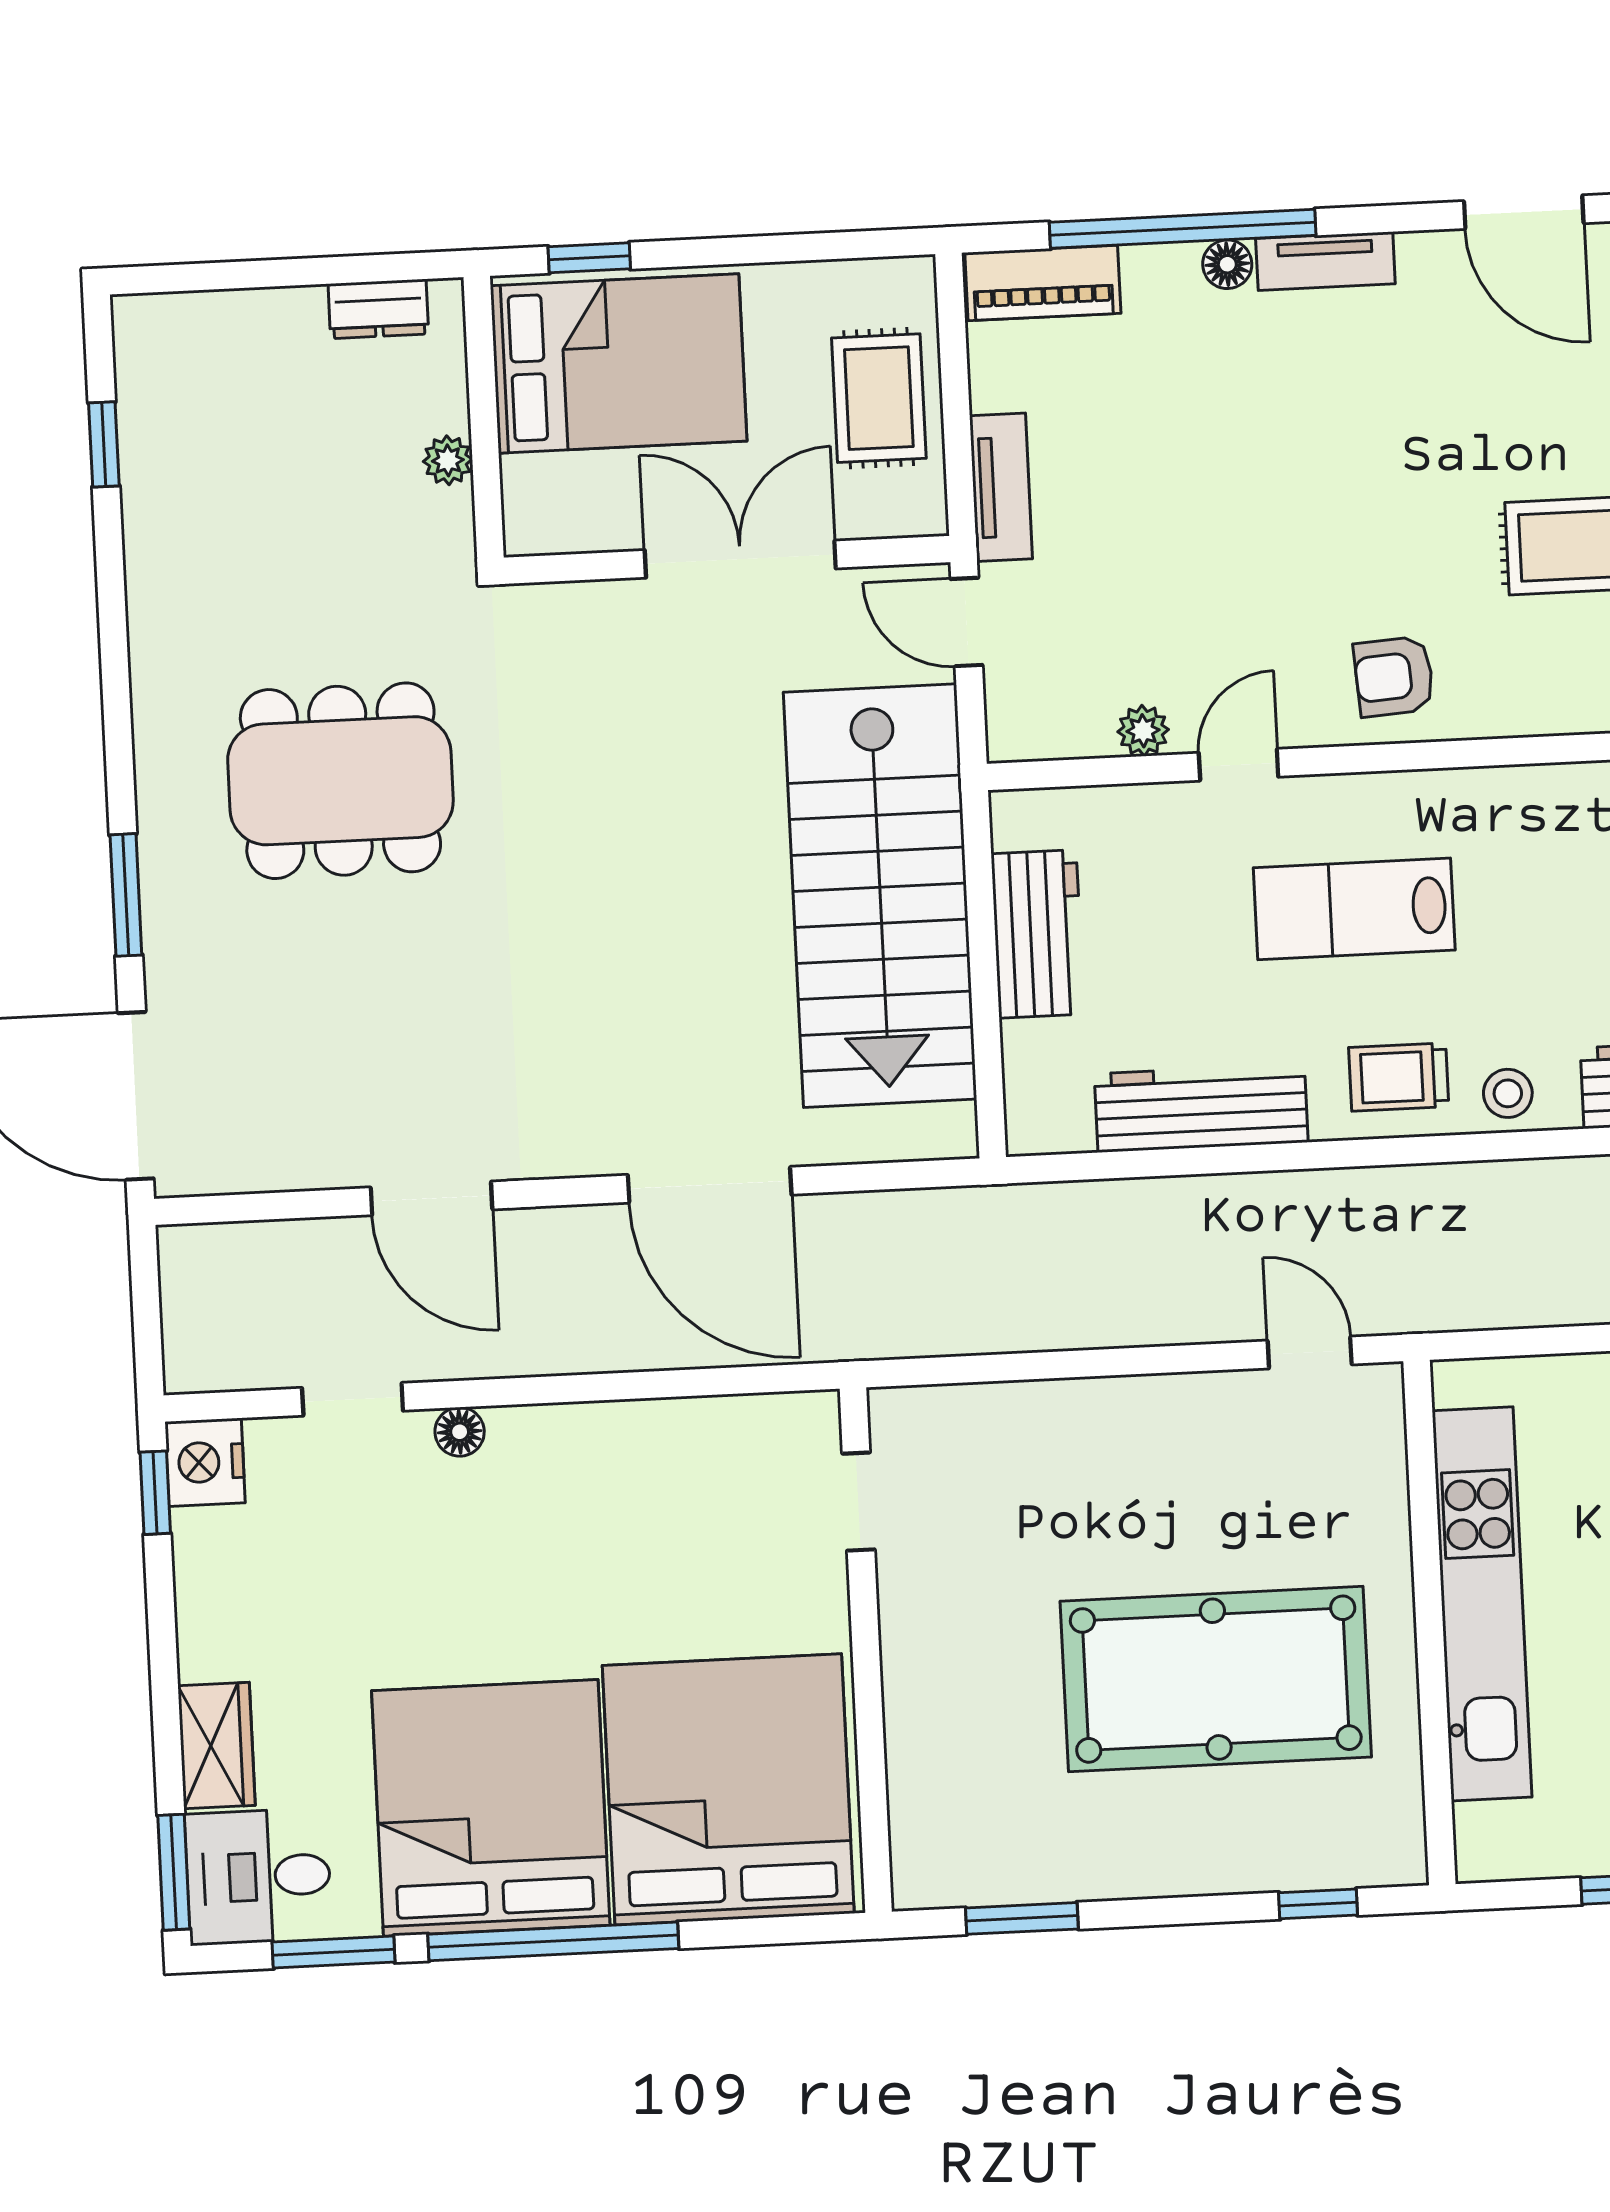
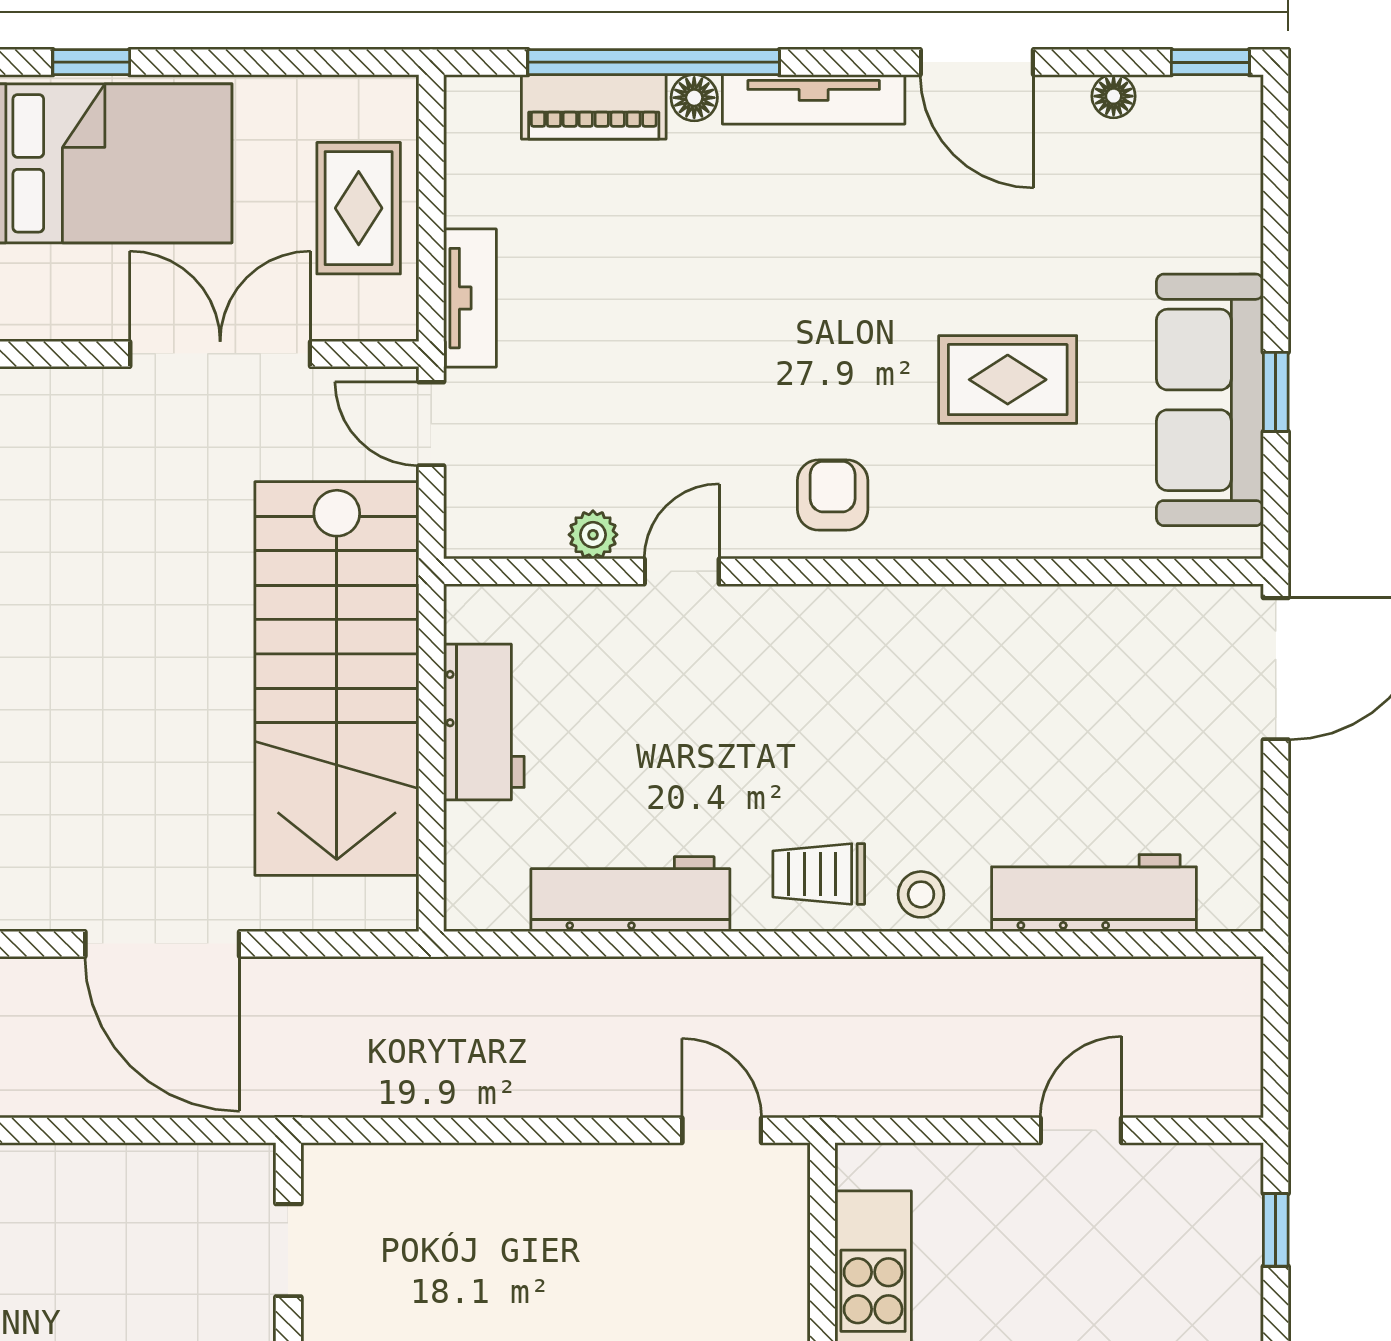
tv unit: (1325, 261) -> (814, 99), width x1.41
piano: (1043, 283) -> (594, 107), moved
armchair: (1394, 676) -> (833, 495), turned 94
lab bench: (1354, 909) -> (784, 713), removed

